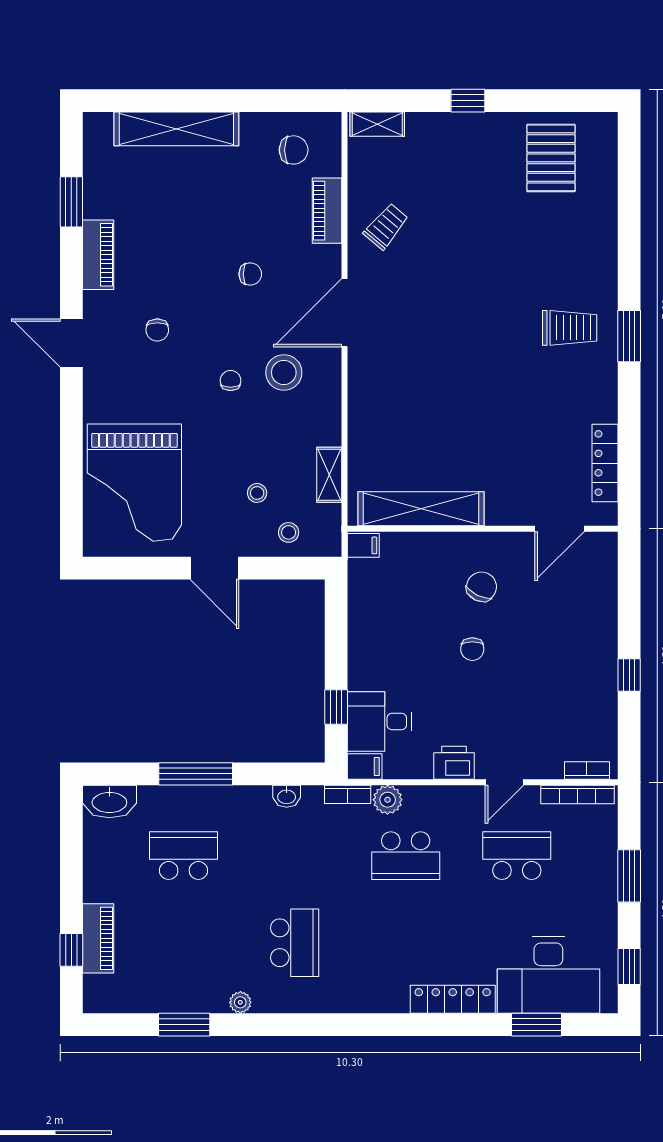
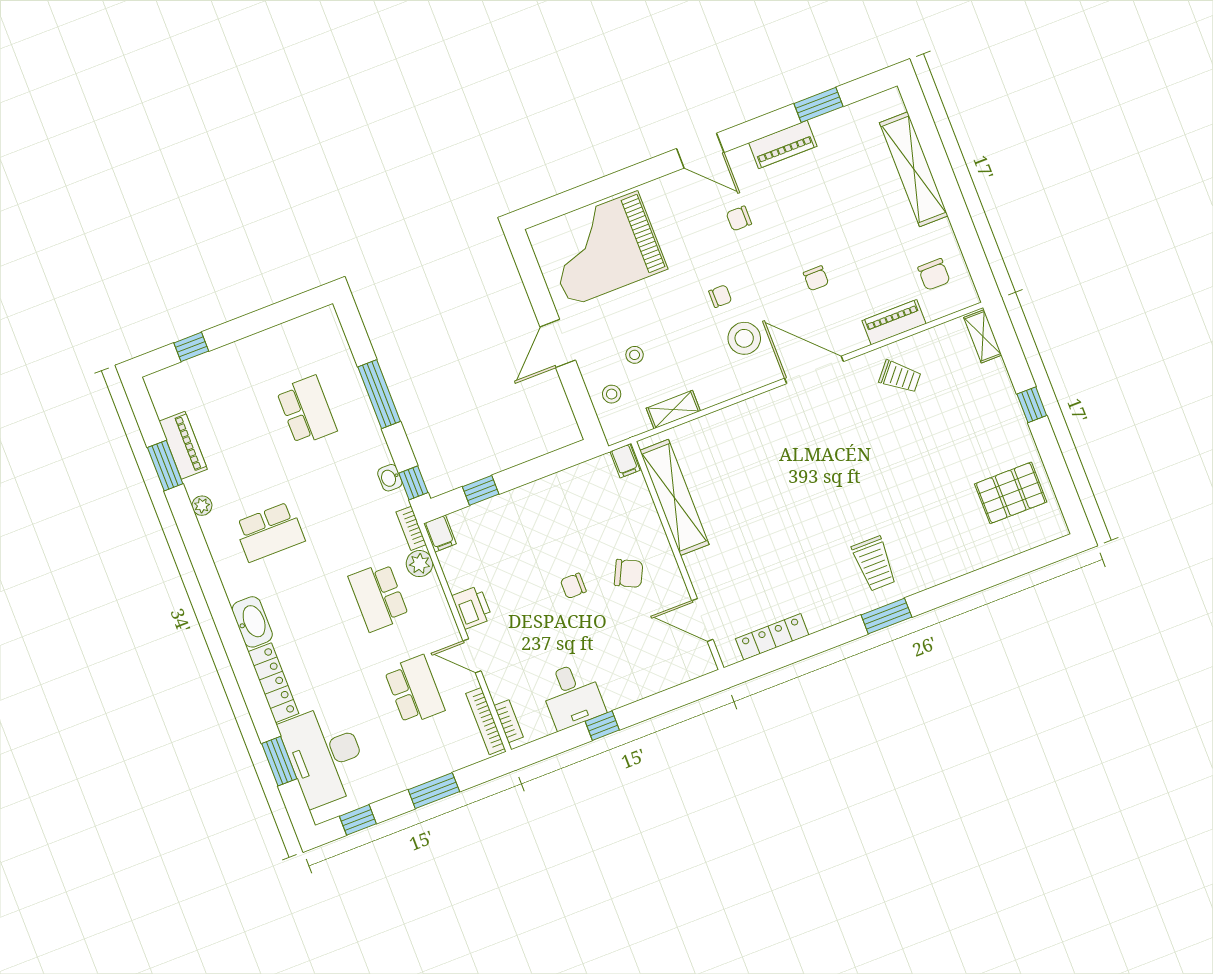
door: (71, 343) -> (700, 151), swing flipped
desk: (379, 721) -> (572, 696), moved, turned 180
window: (301, 774) -> (413, 483), added
washbasin: (109, 802) -> (252, 622), moved, turned 180
piano: (98, 938) -> (183, 445), moved, turned -90

